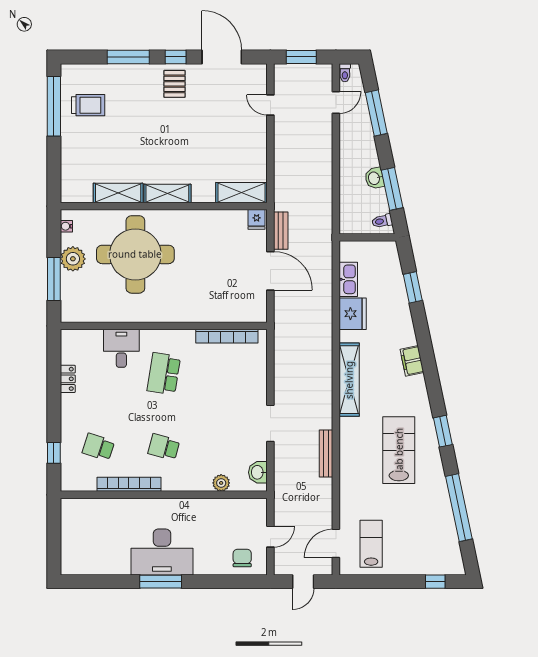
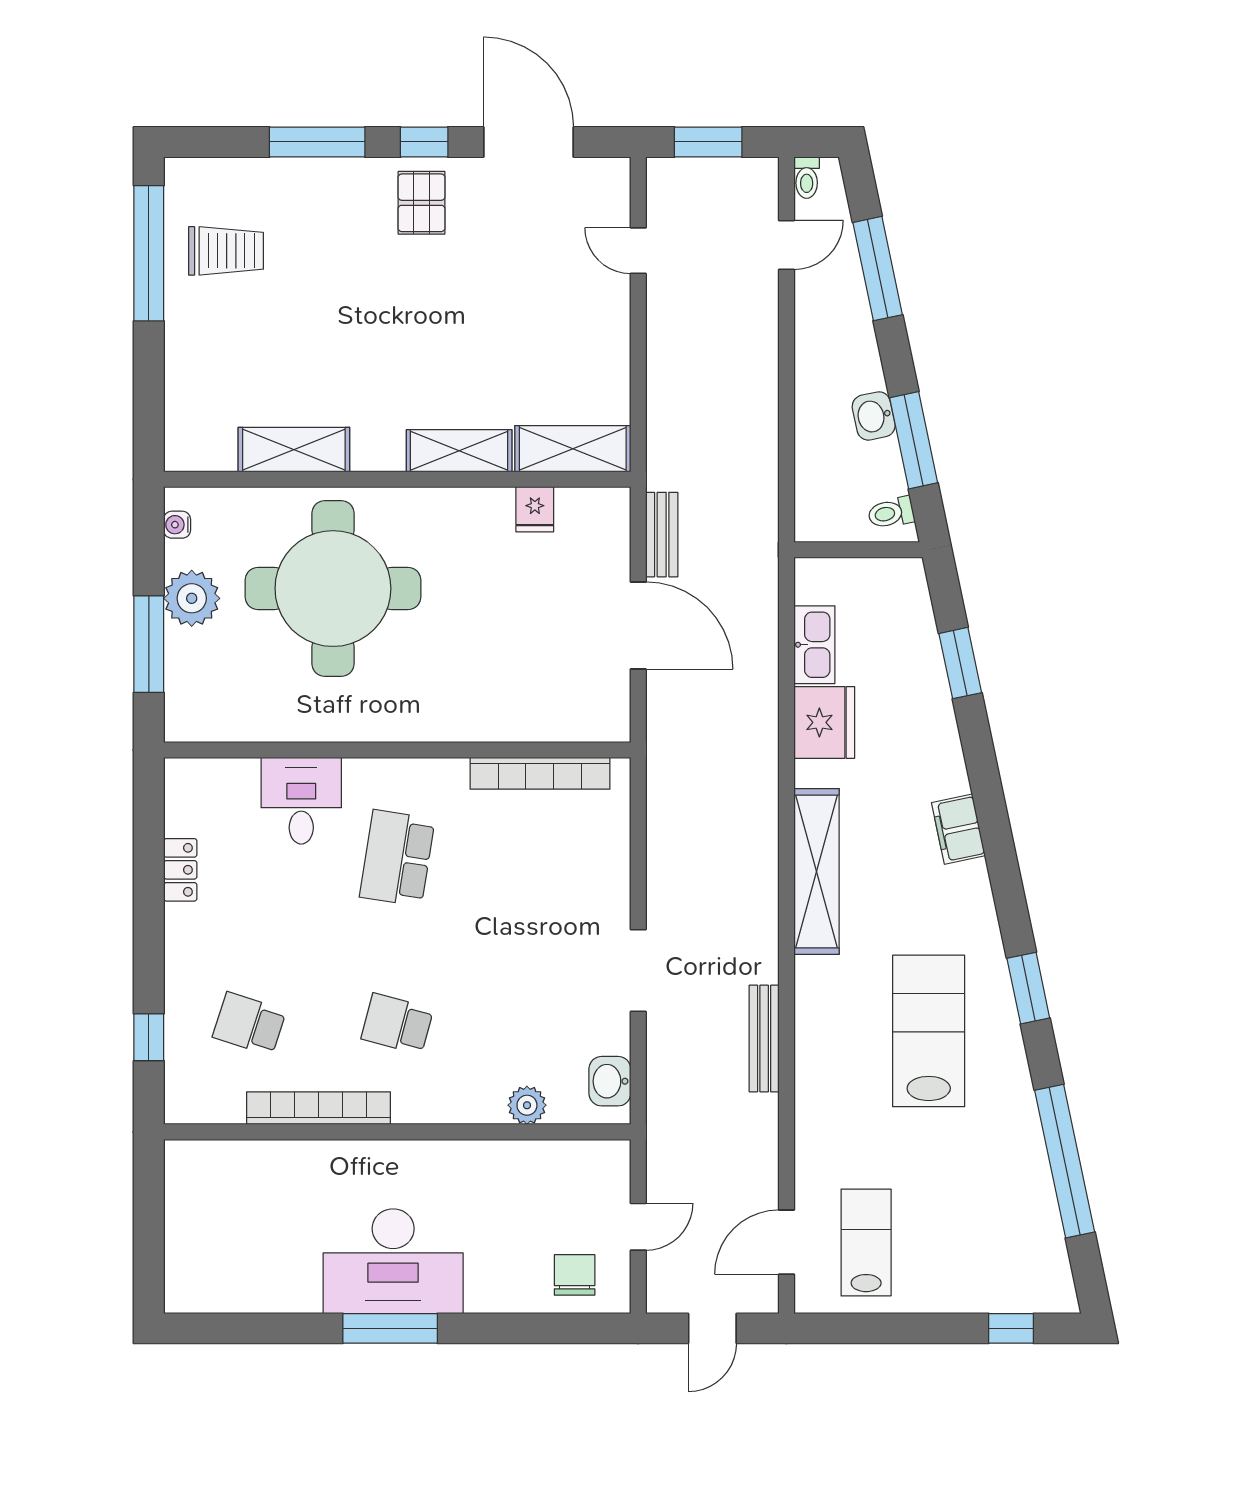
shelving: (167, 194) -> (459, 451), moved
fridge: (257, 219) -> (535, 509), moved

